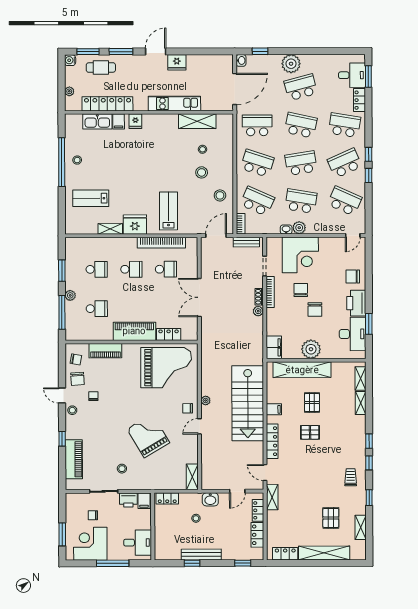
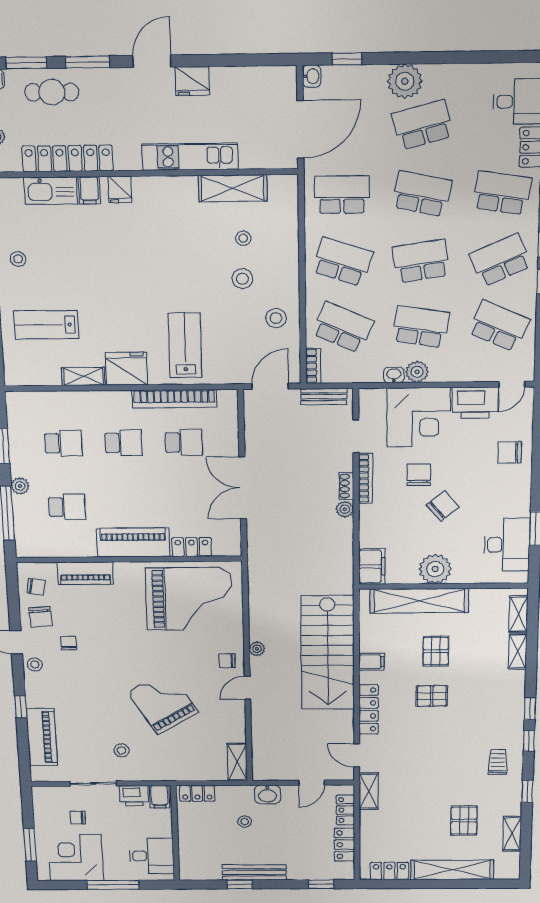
printer: (356, 303) -> (475, 403), moved, turned -90
chair: (315, 309) -> (443, 506), turned -130

